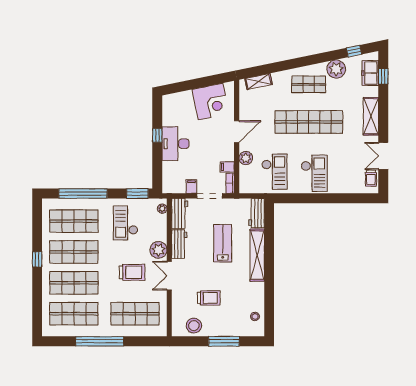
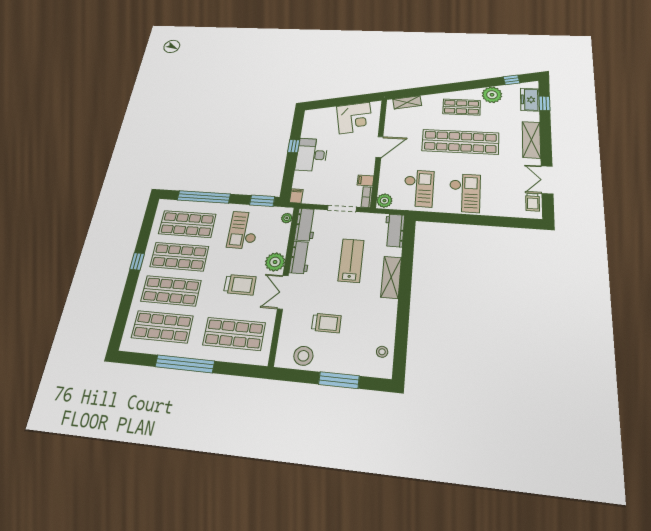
plant: (246, 158) -> (384, 201), moved
filing cabinet: (191, 187) -> (296, 196), moved
shelving: (257, 255) -> (391, 277), width x0.68

